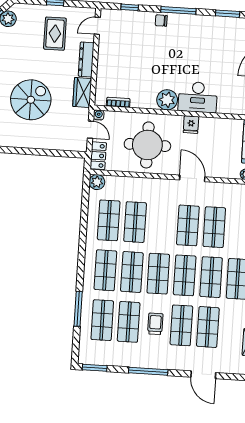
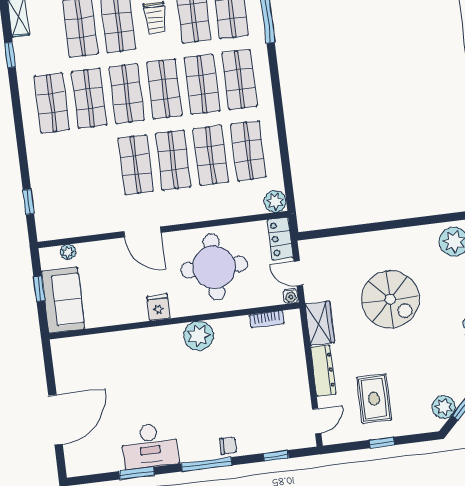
desk: (198, 97) -> (150, 446), moved, turned 180
spiral stairs: (31, 100) -> (390, 299), turned -90
shop shelf: (214, 227) -> (173, 160), moved

